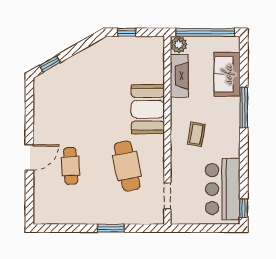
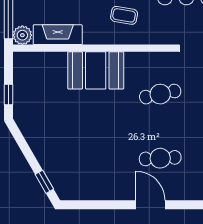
cafe table: (127, 166) -> (160, 94), width x0.73, depth x0.74

